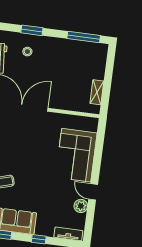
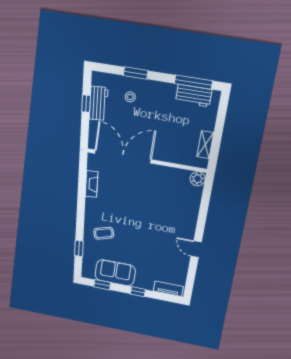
workbench: (84, 49) -> (194, 96), added
corner sofa: (76, 155) -> (180, 211), removed
plant: (81, 206) -> (198, 179), moved

